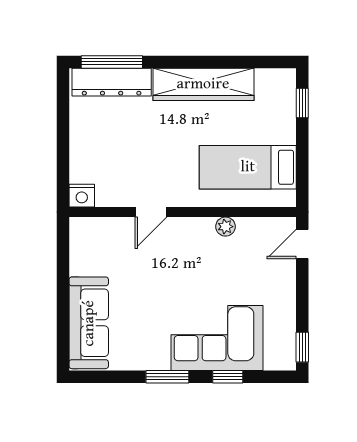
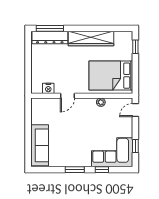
bed: (248, 167) -> (111, 76), width x1.50
nightstand: (82, 196) -> (48, 88), moved
corner sofa: (217, 338) -> (112, 152), moved
window: (302, 347) -> (135, 146), moved

